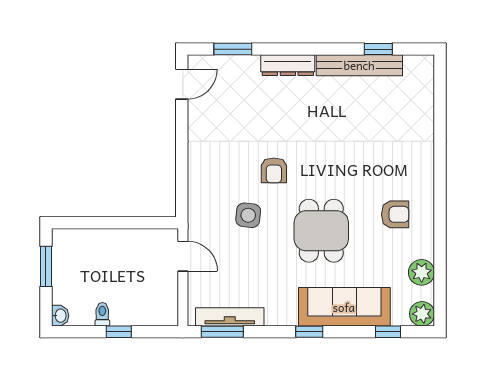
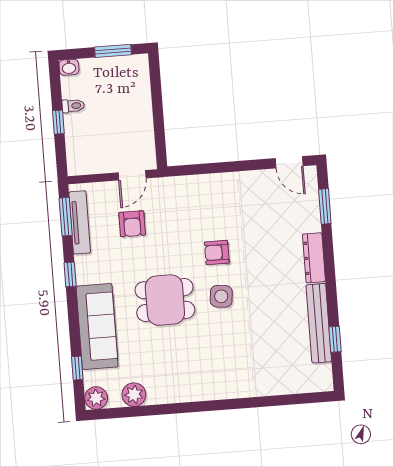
armchair: (395, 214) -> (132, 224), moved
side table: (248, 215) -> (221, 296), moved
window: (309, 332) -> (70, 274), moved

